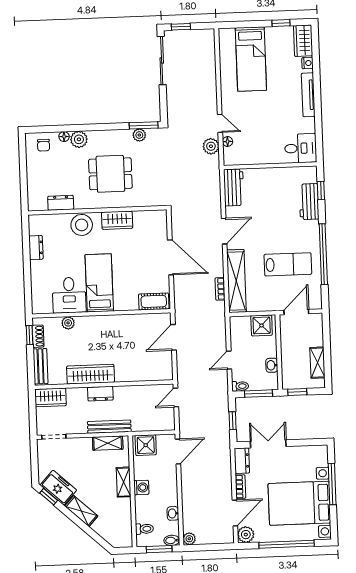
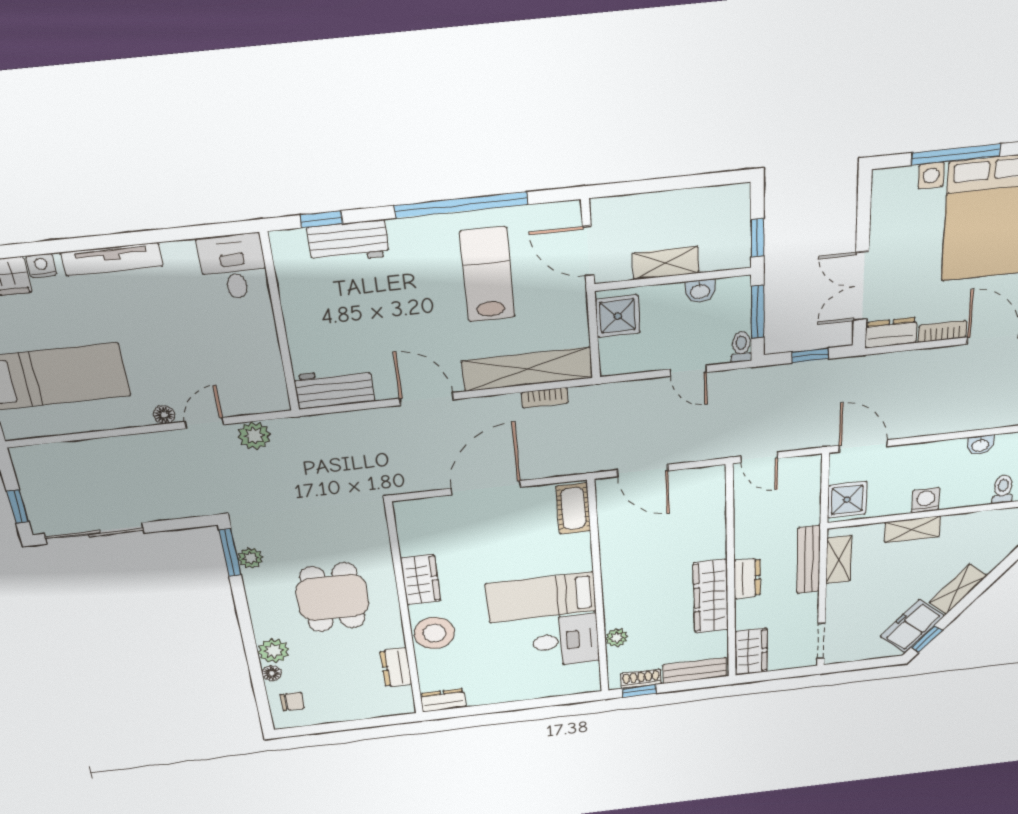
floor lamp: (228, 141) -> (164, 415), moved
dresser: (36, 248) -> (443, 700), moved
shelving: (317, 363) -> (666, 263), moved

